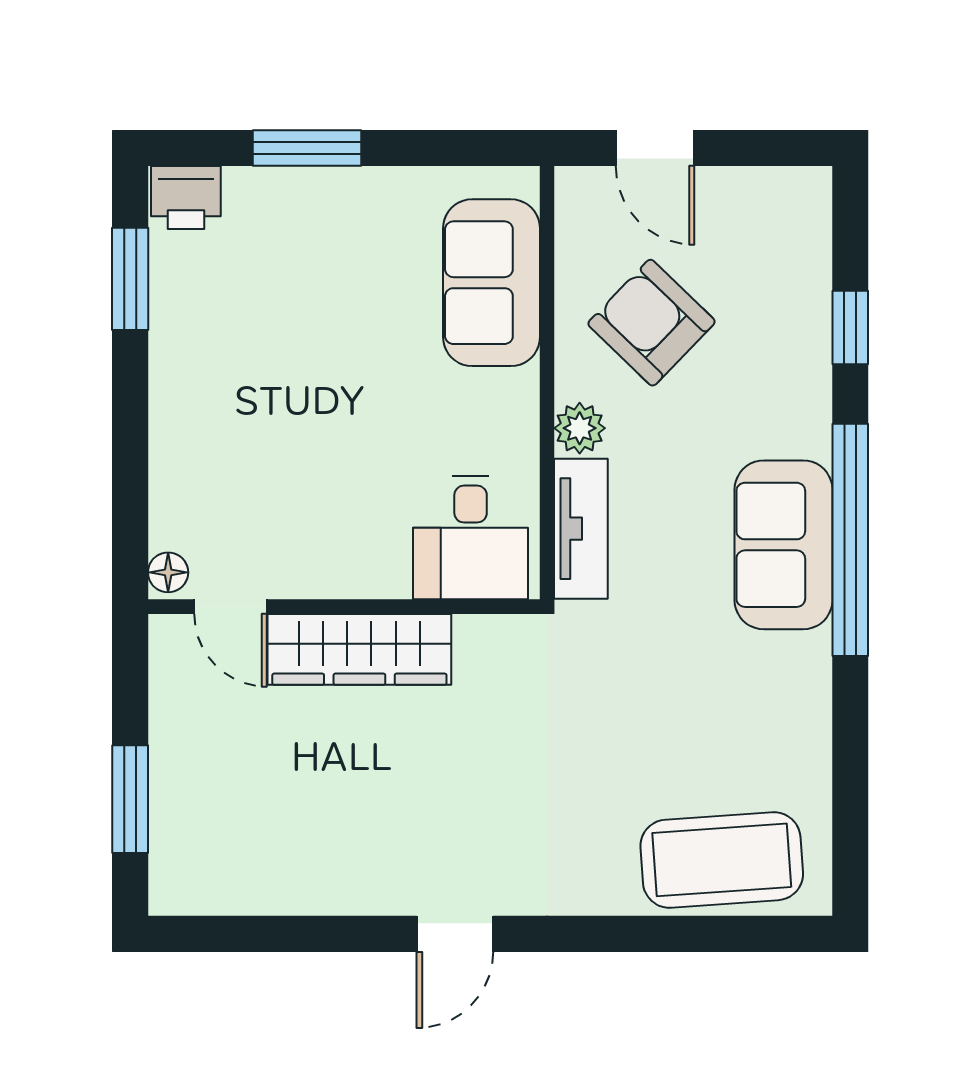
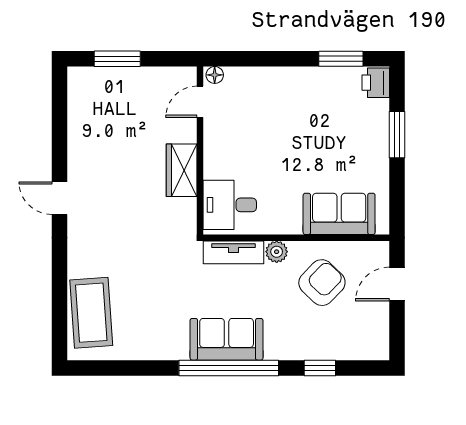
wardrobe: (359, 649) -> (182, 170), width x0.67

